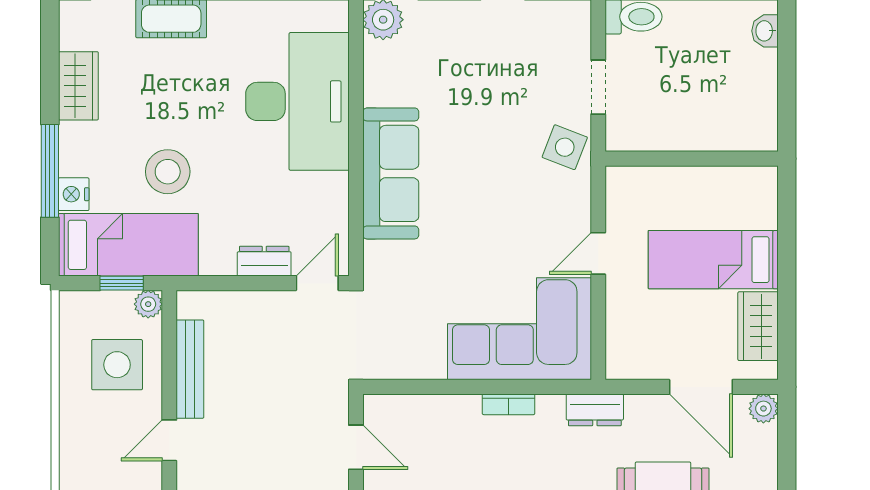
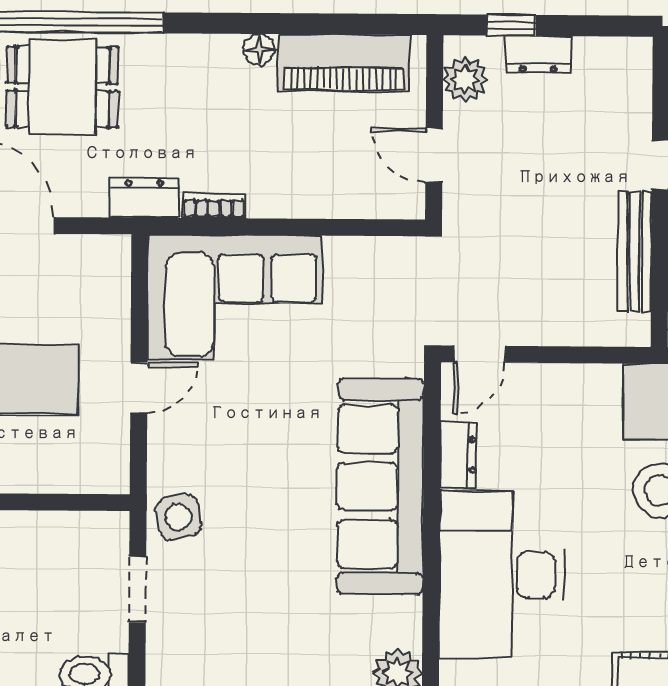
side table: (565, 147) -> (179, 517), turned -32
sofa: (391, 173) -> (380, 486), width x1.36, depth x1.27
dresser: (264, 261) -> (459, 455), moved, turned -90
bookcase: (509, 404) -> (214, 205), moved

